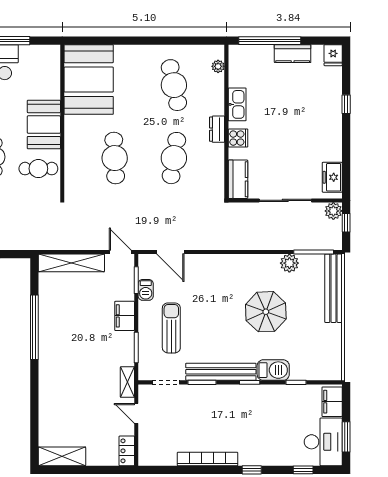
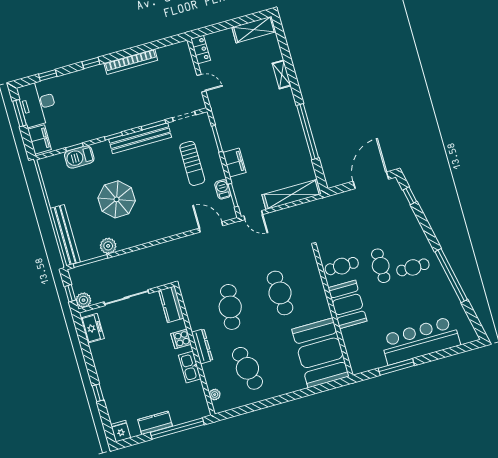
dresser: (217, 129) -> (202, 346), width x1.44
barbecue: (273, 370) -> (79, 157), moved
shelving: (127, 382) -> (282, 74), moved

